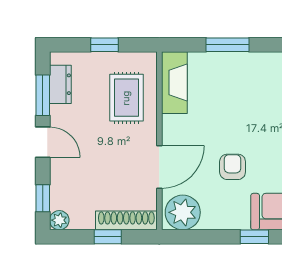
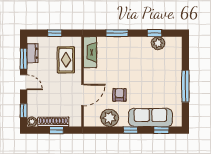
plant: (183, 212) -> (110, 118), moved
shoe rack: (126, 220) -> (53, 122), moved

